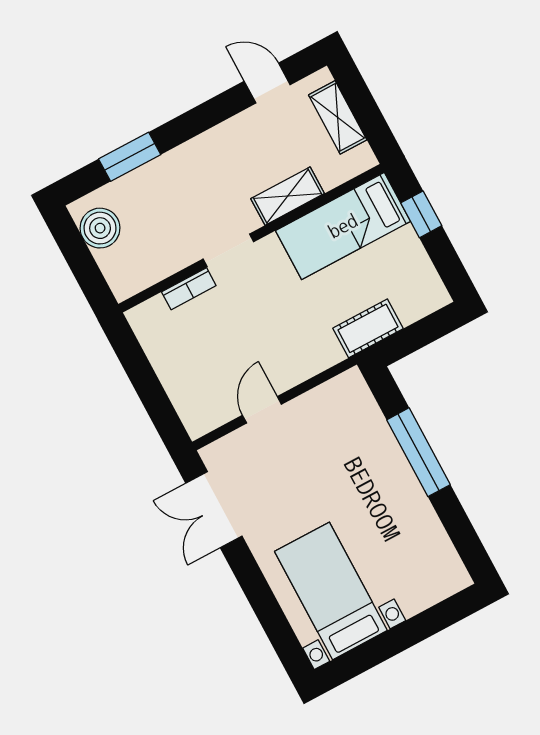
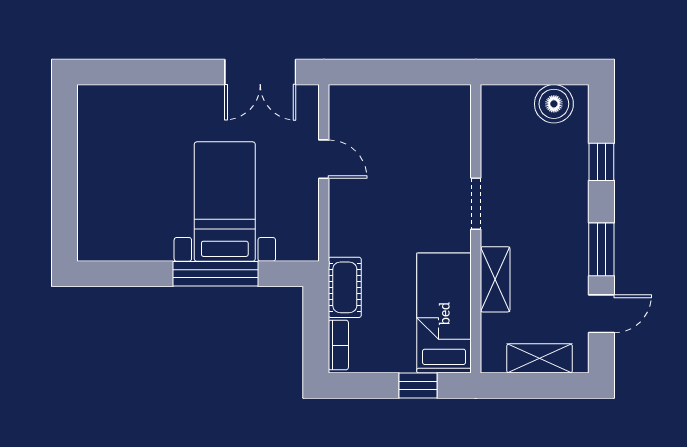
window: (209, 114) -> (601, 249), added
window: (130, 157) -> (601, 162), width x0.67
bookcase: (189, 289) -> (338, 345), moved, turned 180
double door: (214, 510) -> (260, 72), swing flipped
bed with nightstands: (331, 591) -> (225, 202), moved, turned -90

